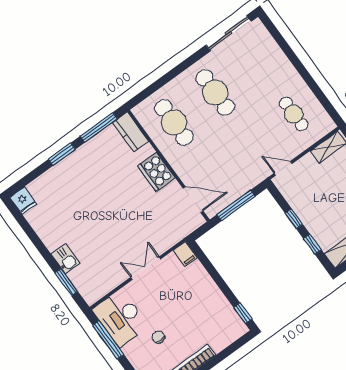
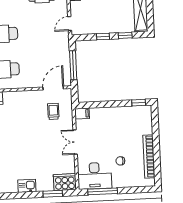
cooker: (156, 172) -> (65, 182), moved, turned 180
trolley: (165, 218) -> (53, 111), added
kitchen sink: (65, 259) -> (27, 186), moved

